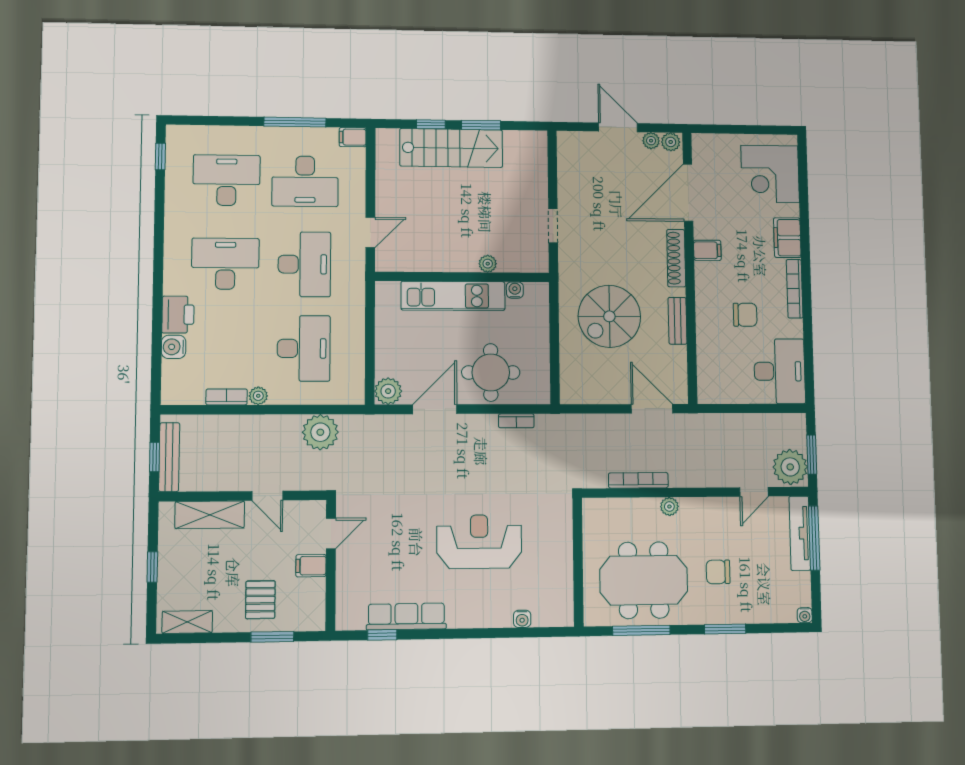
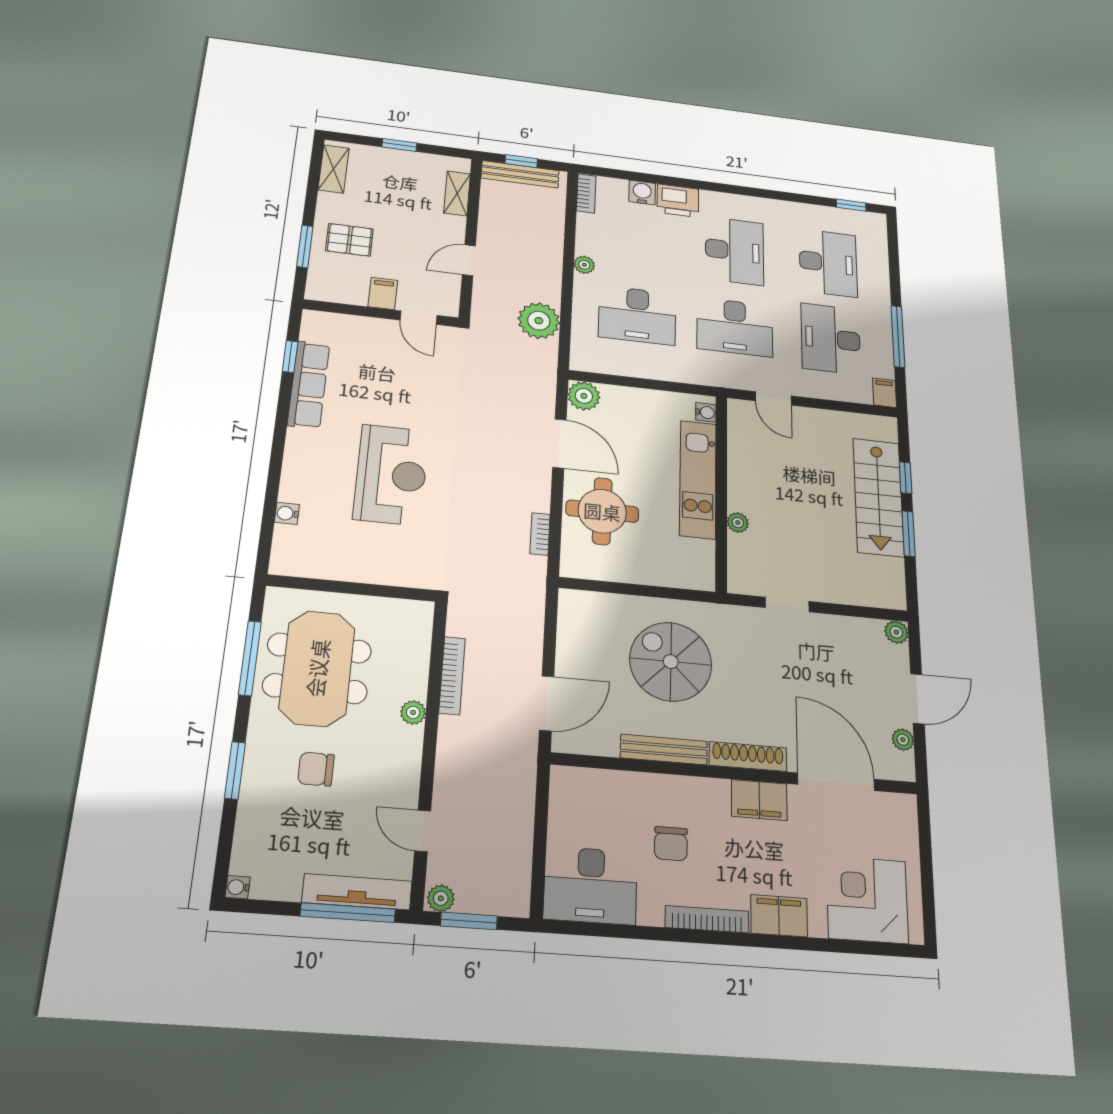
plant: (671, 142) -> (896, 632), moved
filing cabinet: (707, 250) -> (759, 800), width x2.00
water cooler: (515, 290) -> (706, 412), moved
bench: (677, 321) -> (664, 750), width x1.36
bookcase: (227, 397) -> (586, 193), moved
plant: (790, 467) -> (441, 898), width x0.53, depth x0.53
shelving: (210, 515) -> (457, 193), width x0.67, depth x0.75
chair: (718, 572) -> (316, 769), turned -90

